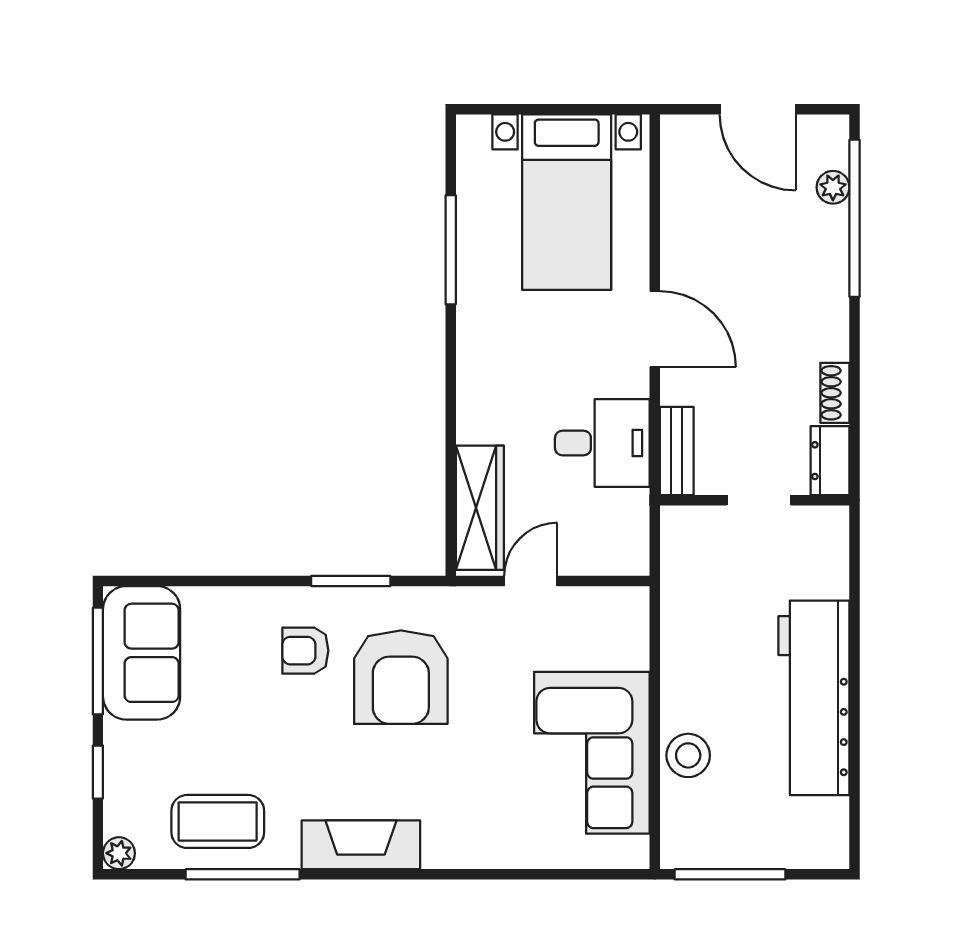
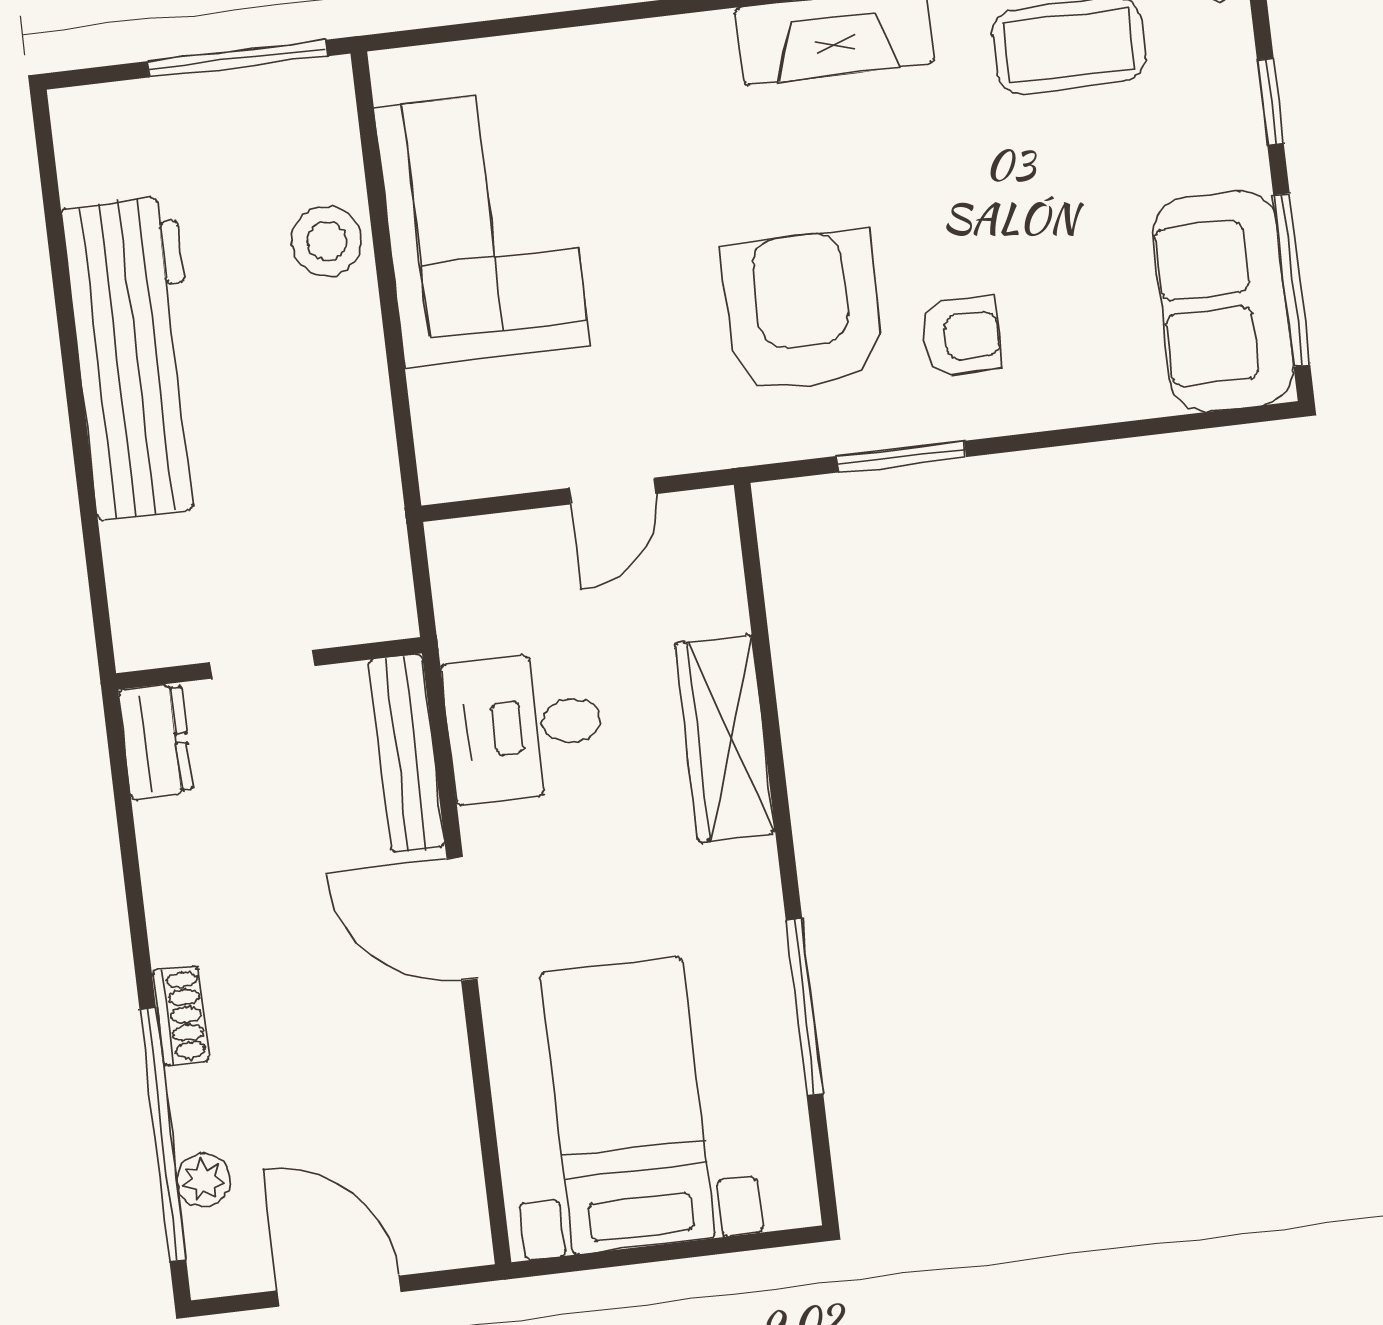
shoe rack: (835, 393) -> (181, 1016), moved
bench: (677, 451) -> (407, 753), width x1.36
wardrobe: (480, 508) -> (725, 738), moved

